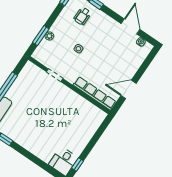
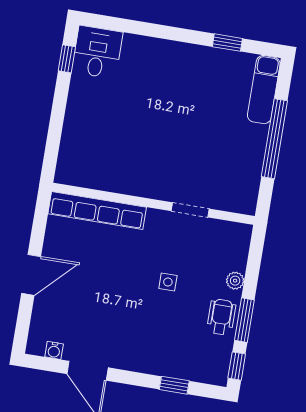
wheelchair: (82, 16) -> (221, 317), moved
window: (41, 36) -> (244, 320), moved
door: (129, 89) -> (31, 275), moved

